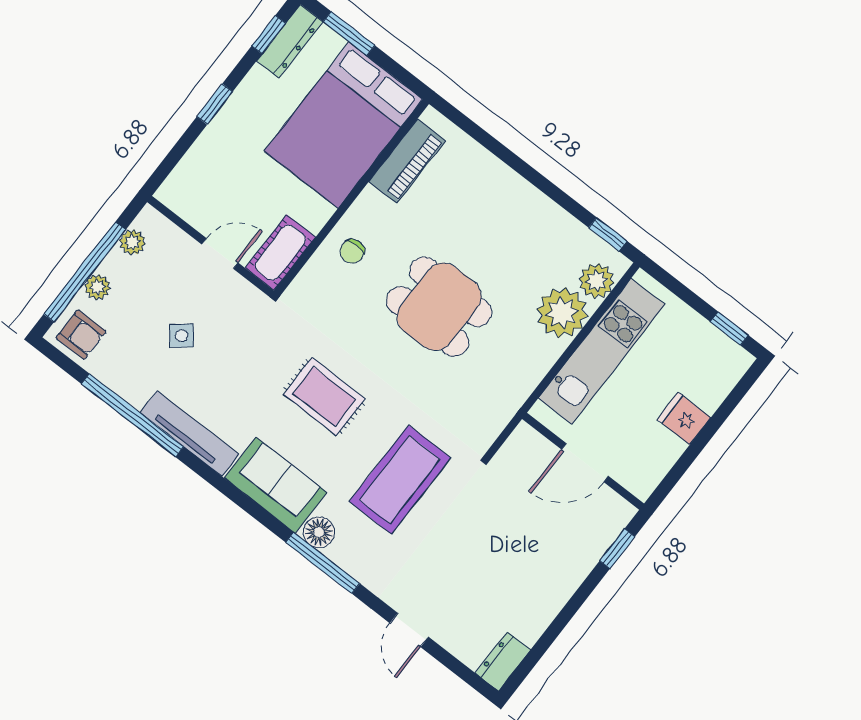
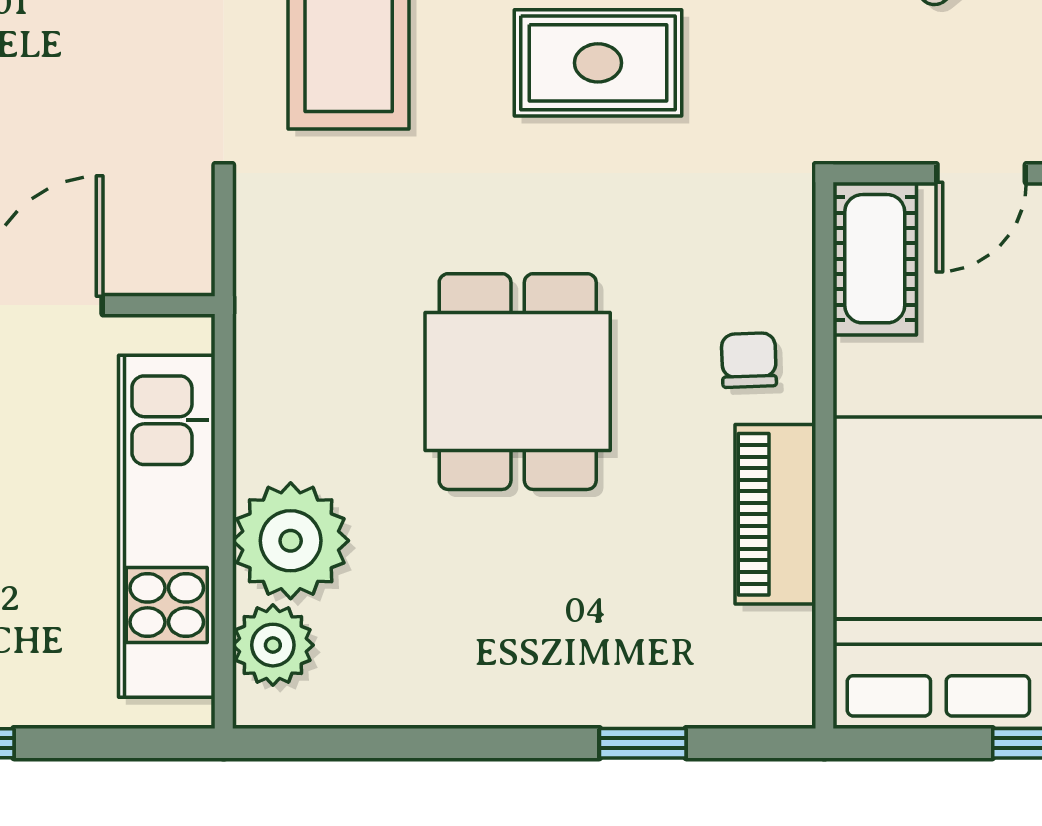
piano: (407, 161) -> (775, 514), moved
window: (608, 234) -> (643, 743), moved
dining table: (439, 307) -> (518, 382), turned 90

